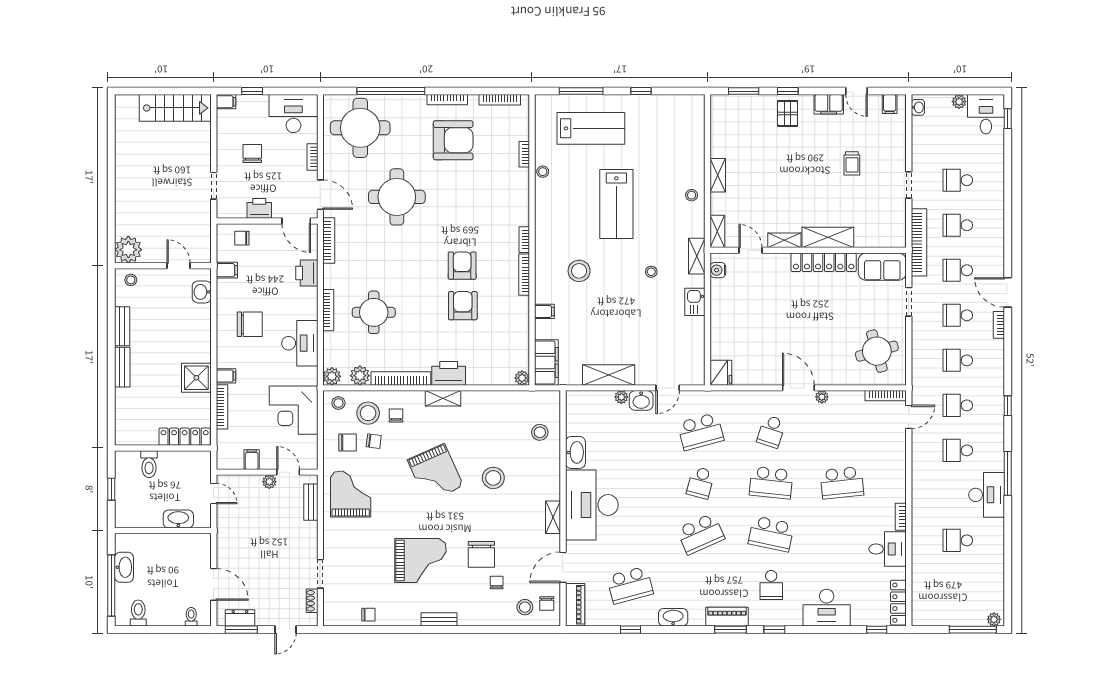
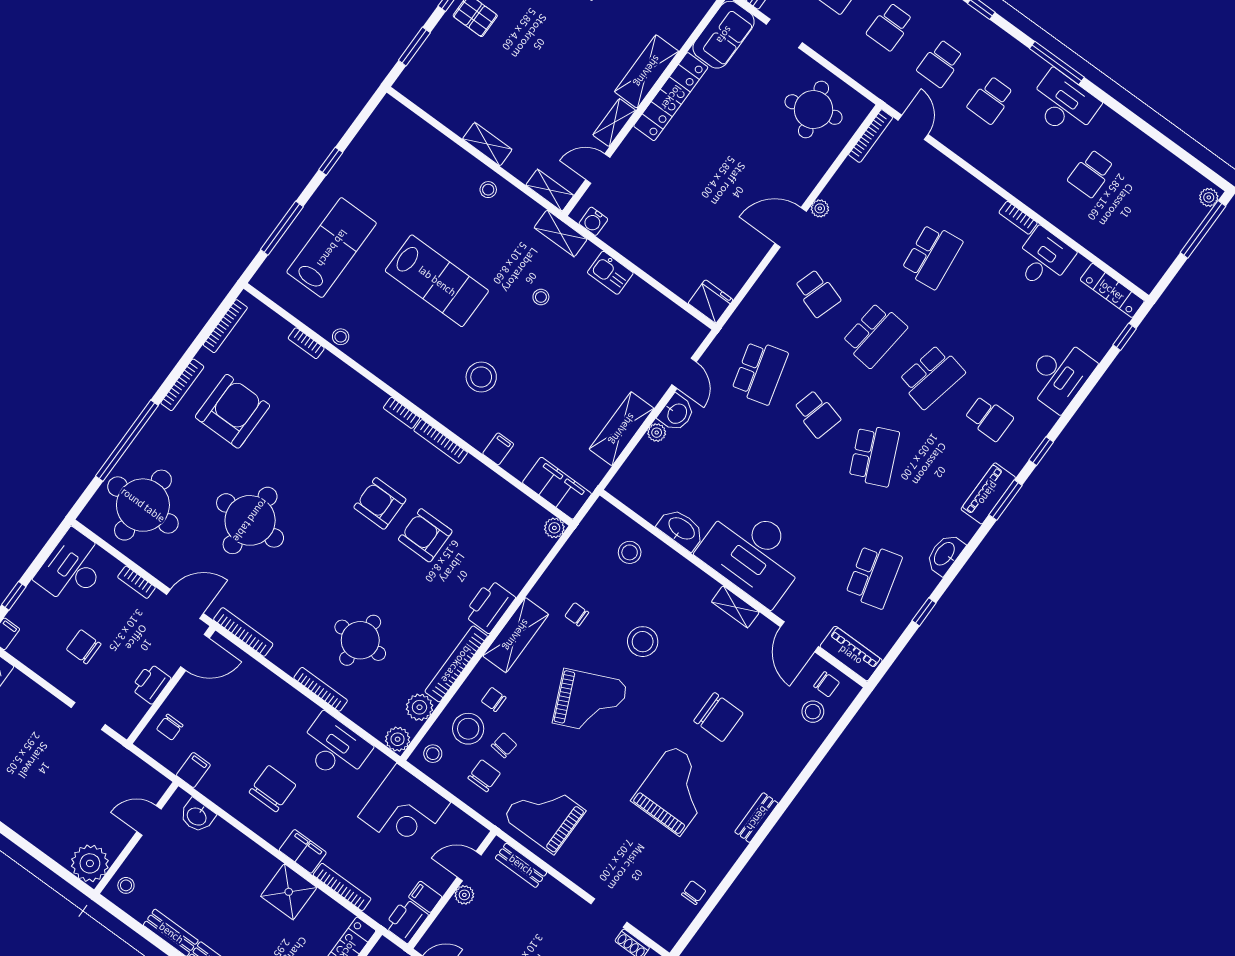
printer: (307, 273) -> (406, 921), moved, turned 90
filing cabinet: (226, 376) -> (303, 851), width x2.00
shelving: (443, 398) -> (516, 635), width x1.50, depth x1.33
chair: (497, 582) -> (577, 614), moved

